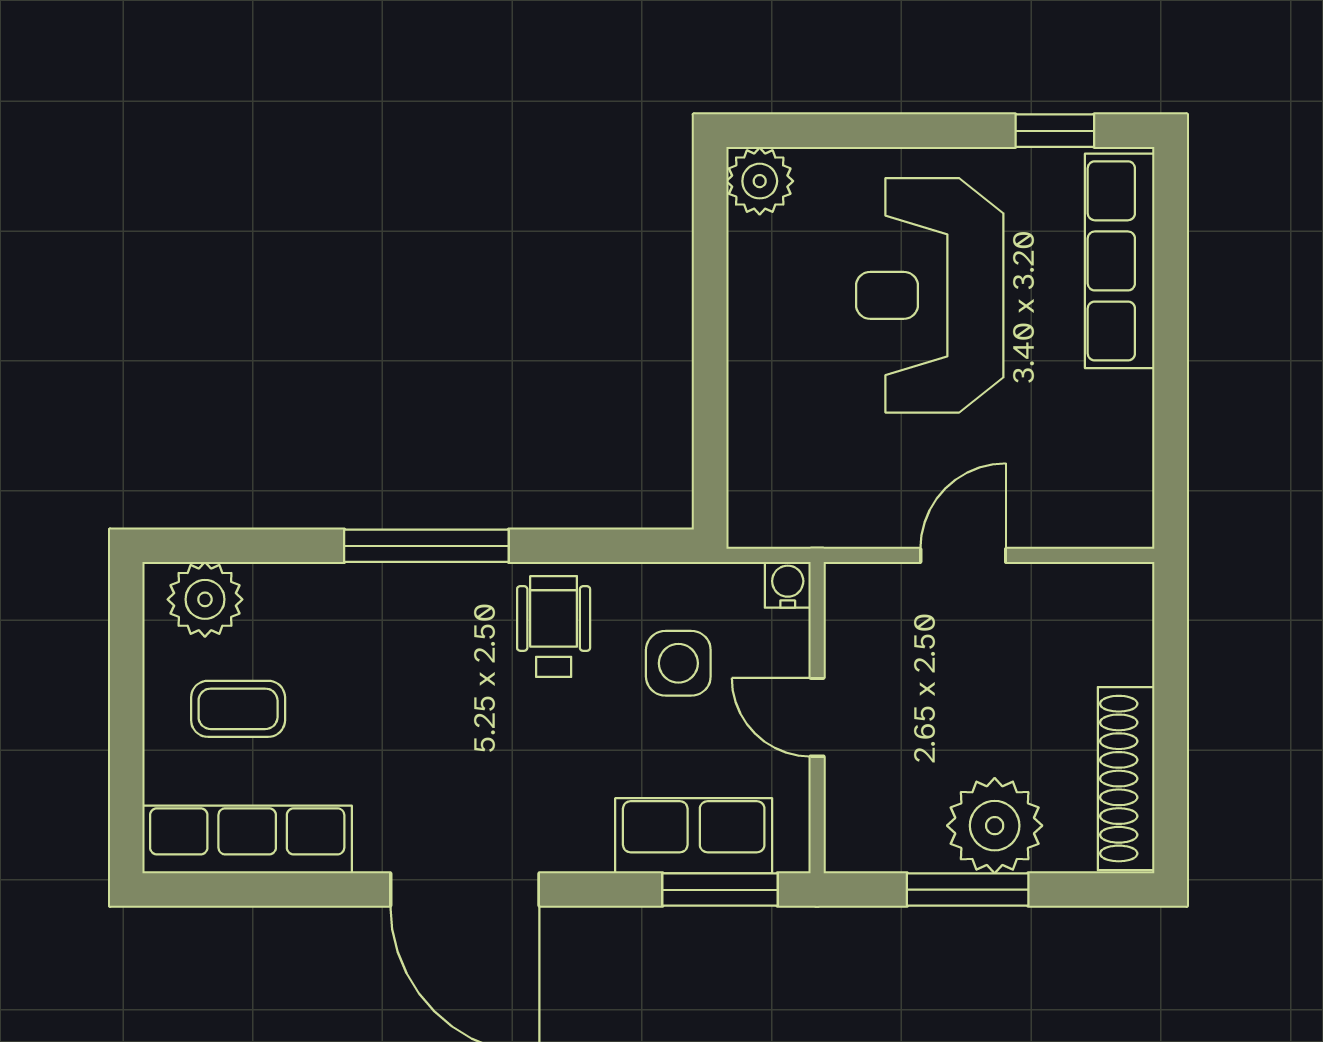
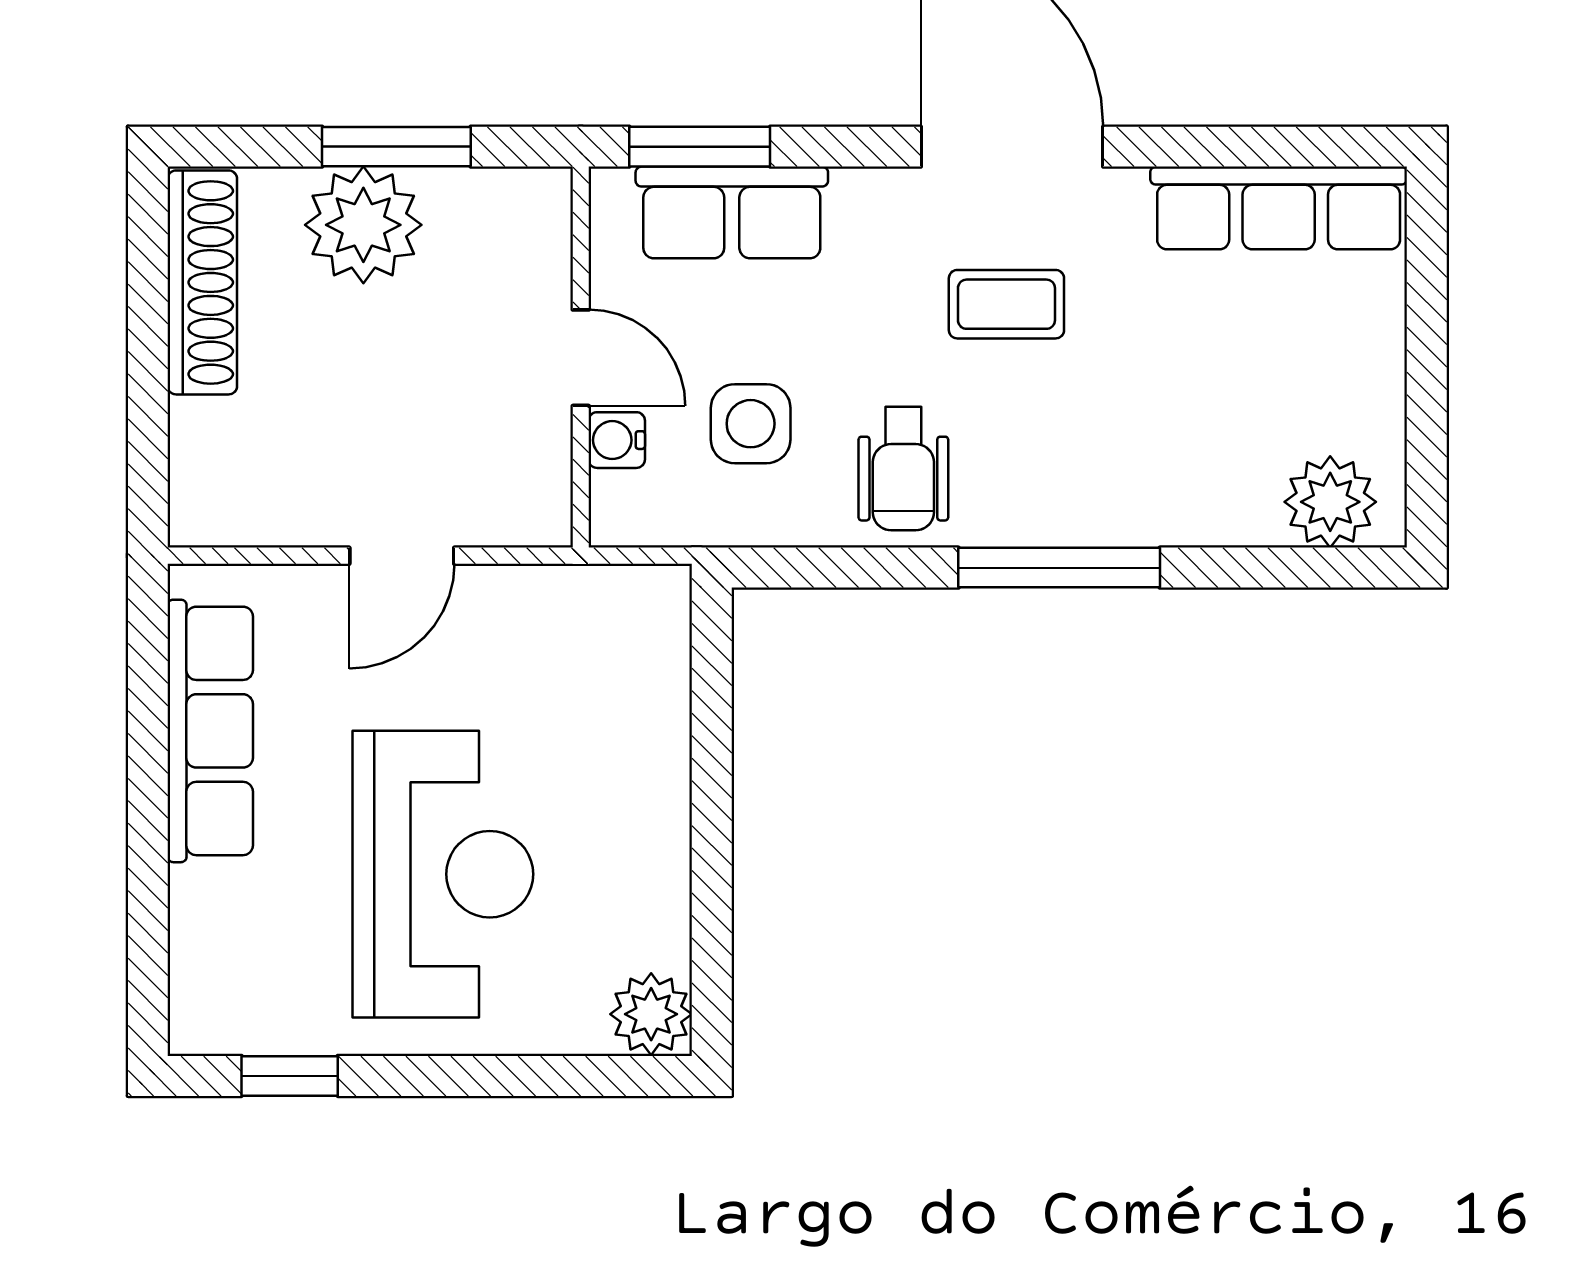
row of seats: (1120, 261) -> (210, 731), moved
water cooler: (788, 585) -> (617, 440), moved, turned 90
coffee table: (238, 709) -> (1006, 304), moved

